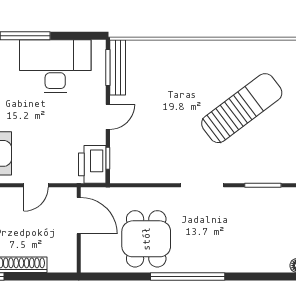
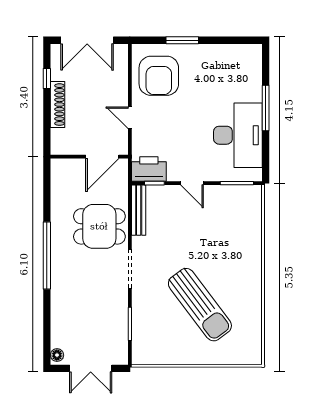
bench: (118, 67) -> (139, 210), moved, turned 90
dining table: (146, 239) -> (99, 226), moved

